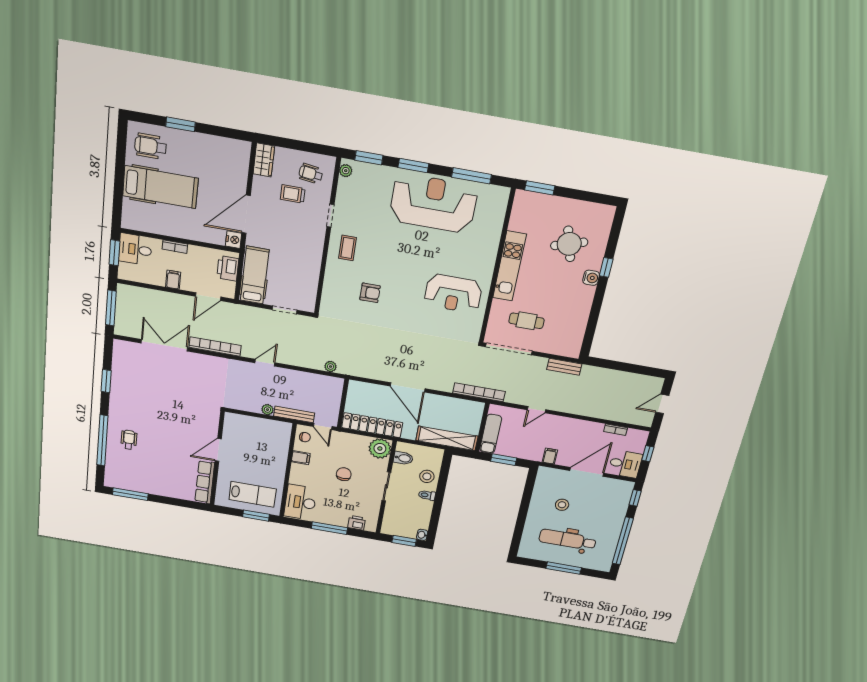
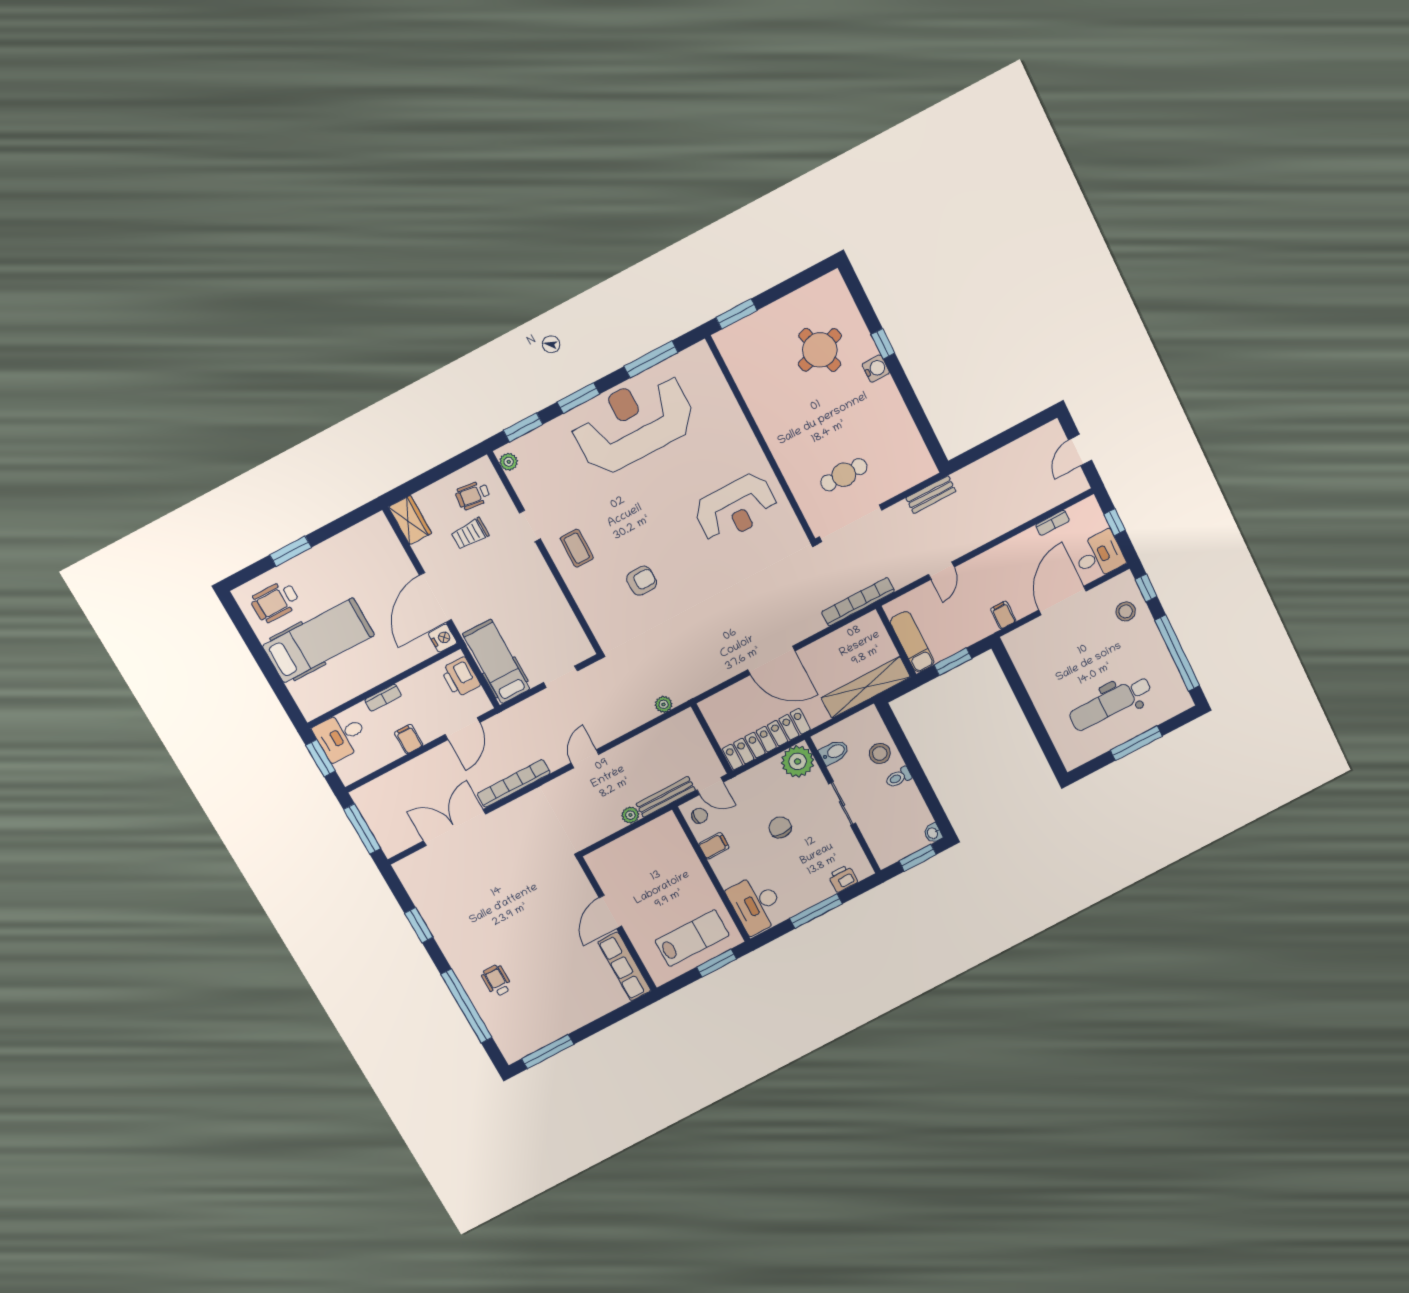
kitchen unit: (509, 266) -> (774, 427), removed
stool: (562, 505) -> (1126, 611), moved

